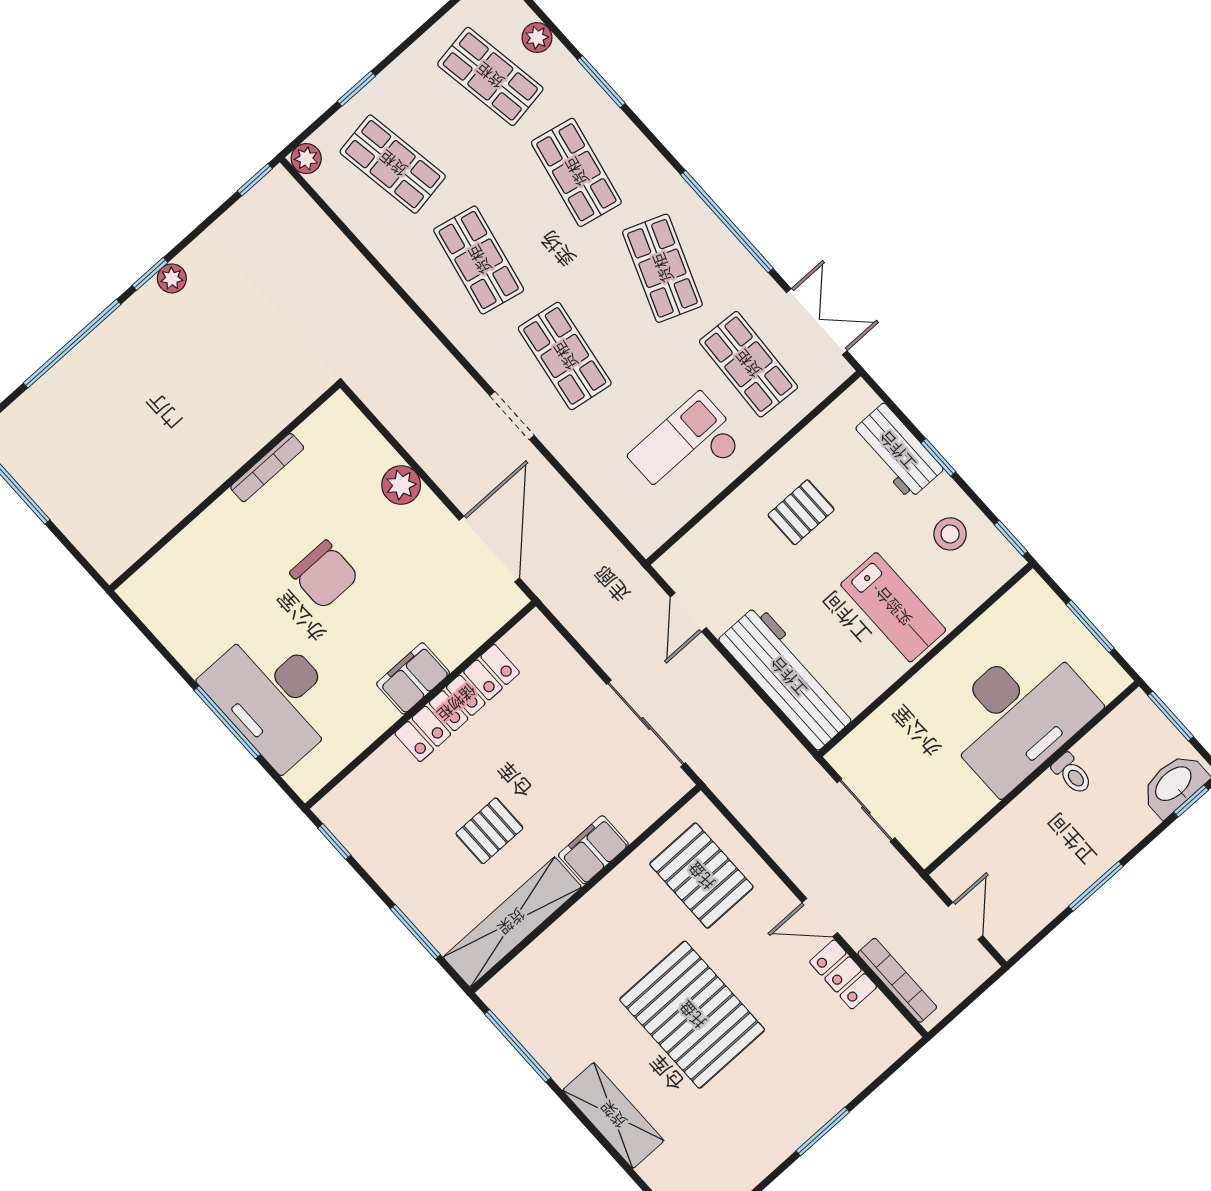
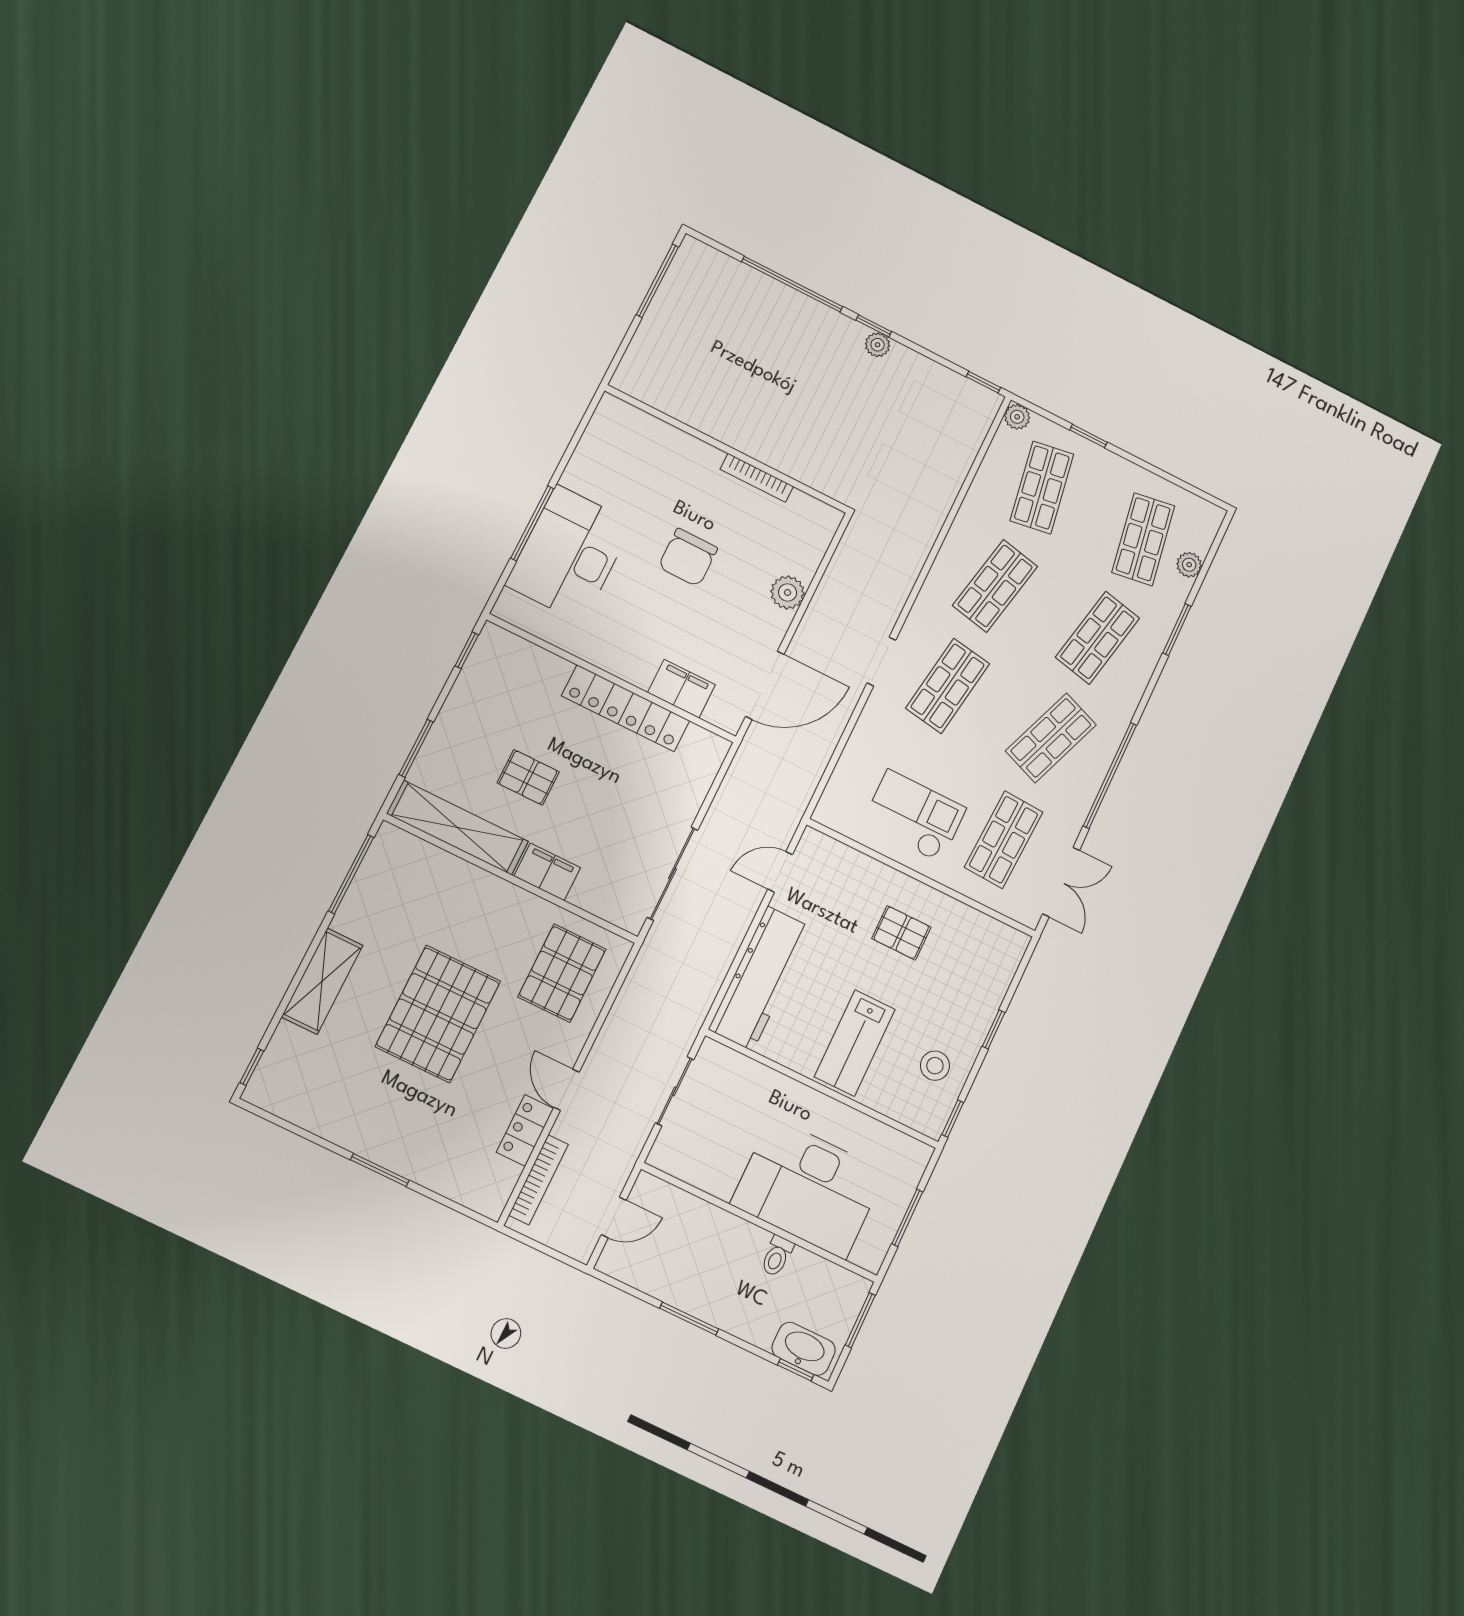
workbench: (897, 451) -> (984, 992), removed
filing cabinet: (413, 678) -> (681, 689), moved

